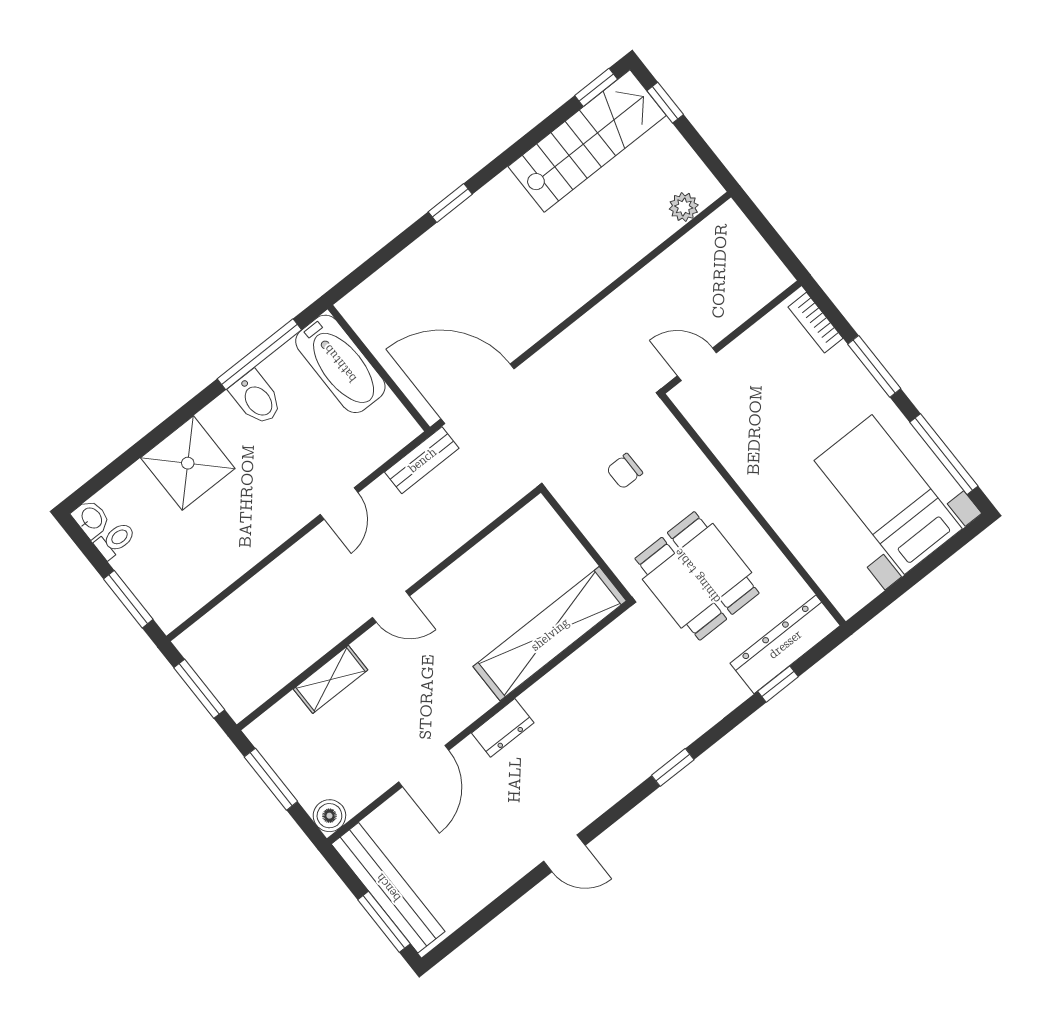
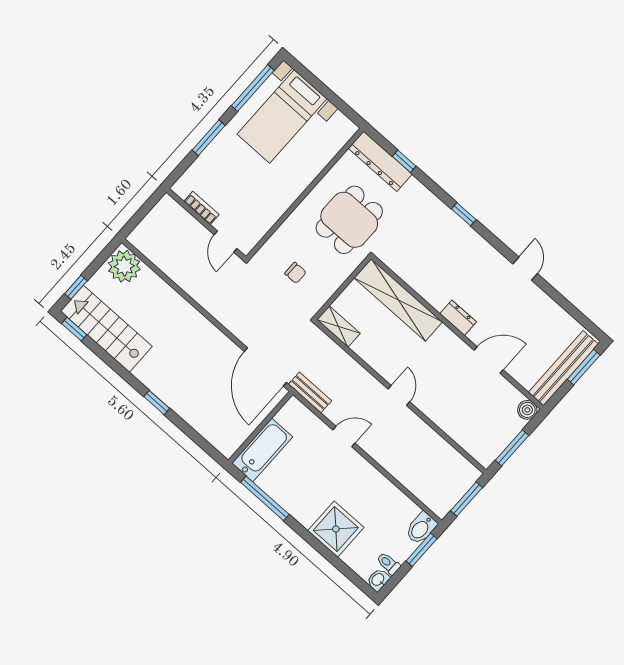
plant: (684, 207) -> (124, 266), width x1.87, depth x1.87
bookcase: (815, 323) -> (201, 208), moved, turned -90
bidet: (256, 398) -> (421, 528), moved, turned 180
shelving: (331, 679) -> (339, 327), moved

